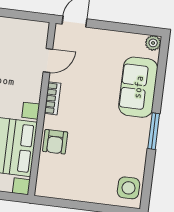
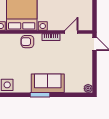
door: (48, 60) -> (71, 32), swing flipped
sofa: (138, 87) -> (48, 83), moved

